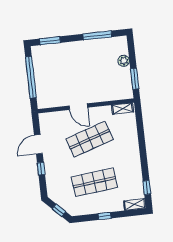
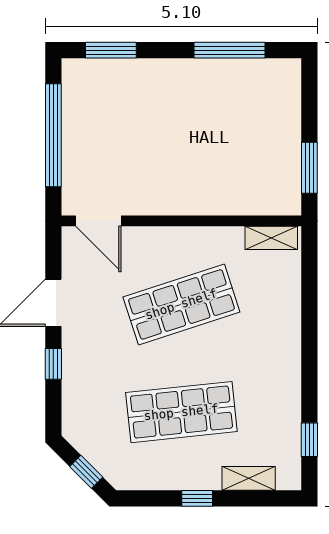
plant: (124, 61) -> (287, 120), removed
door: (78, 107) -> (98, 221), moved
shelving: (135, 204) -> (249, 478), moved

